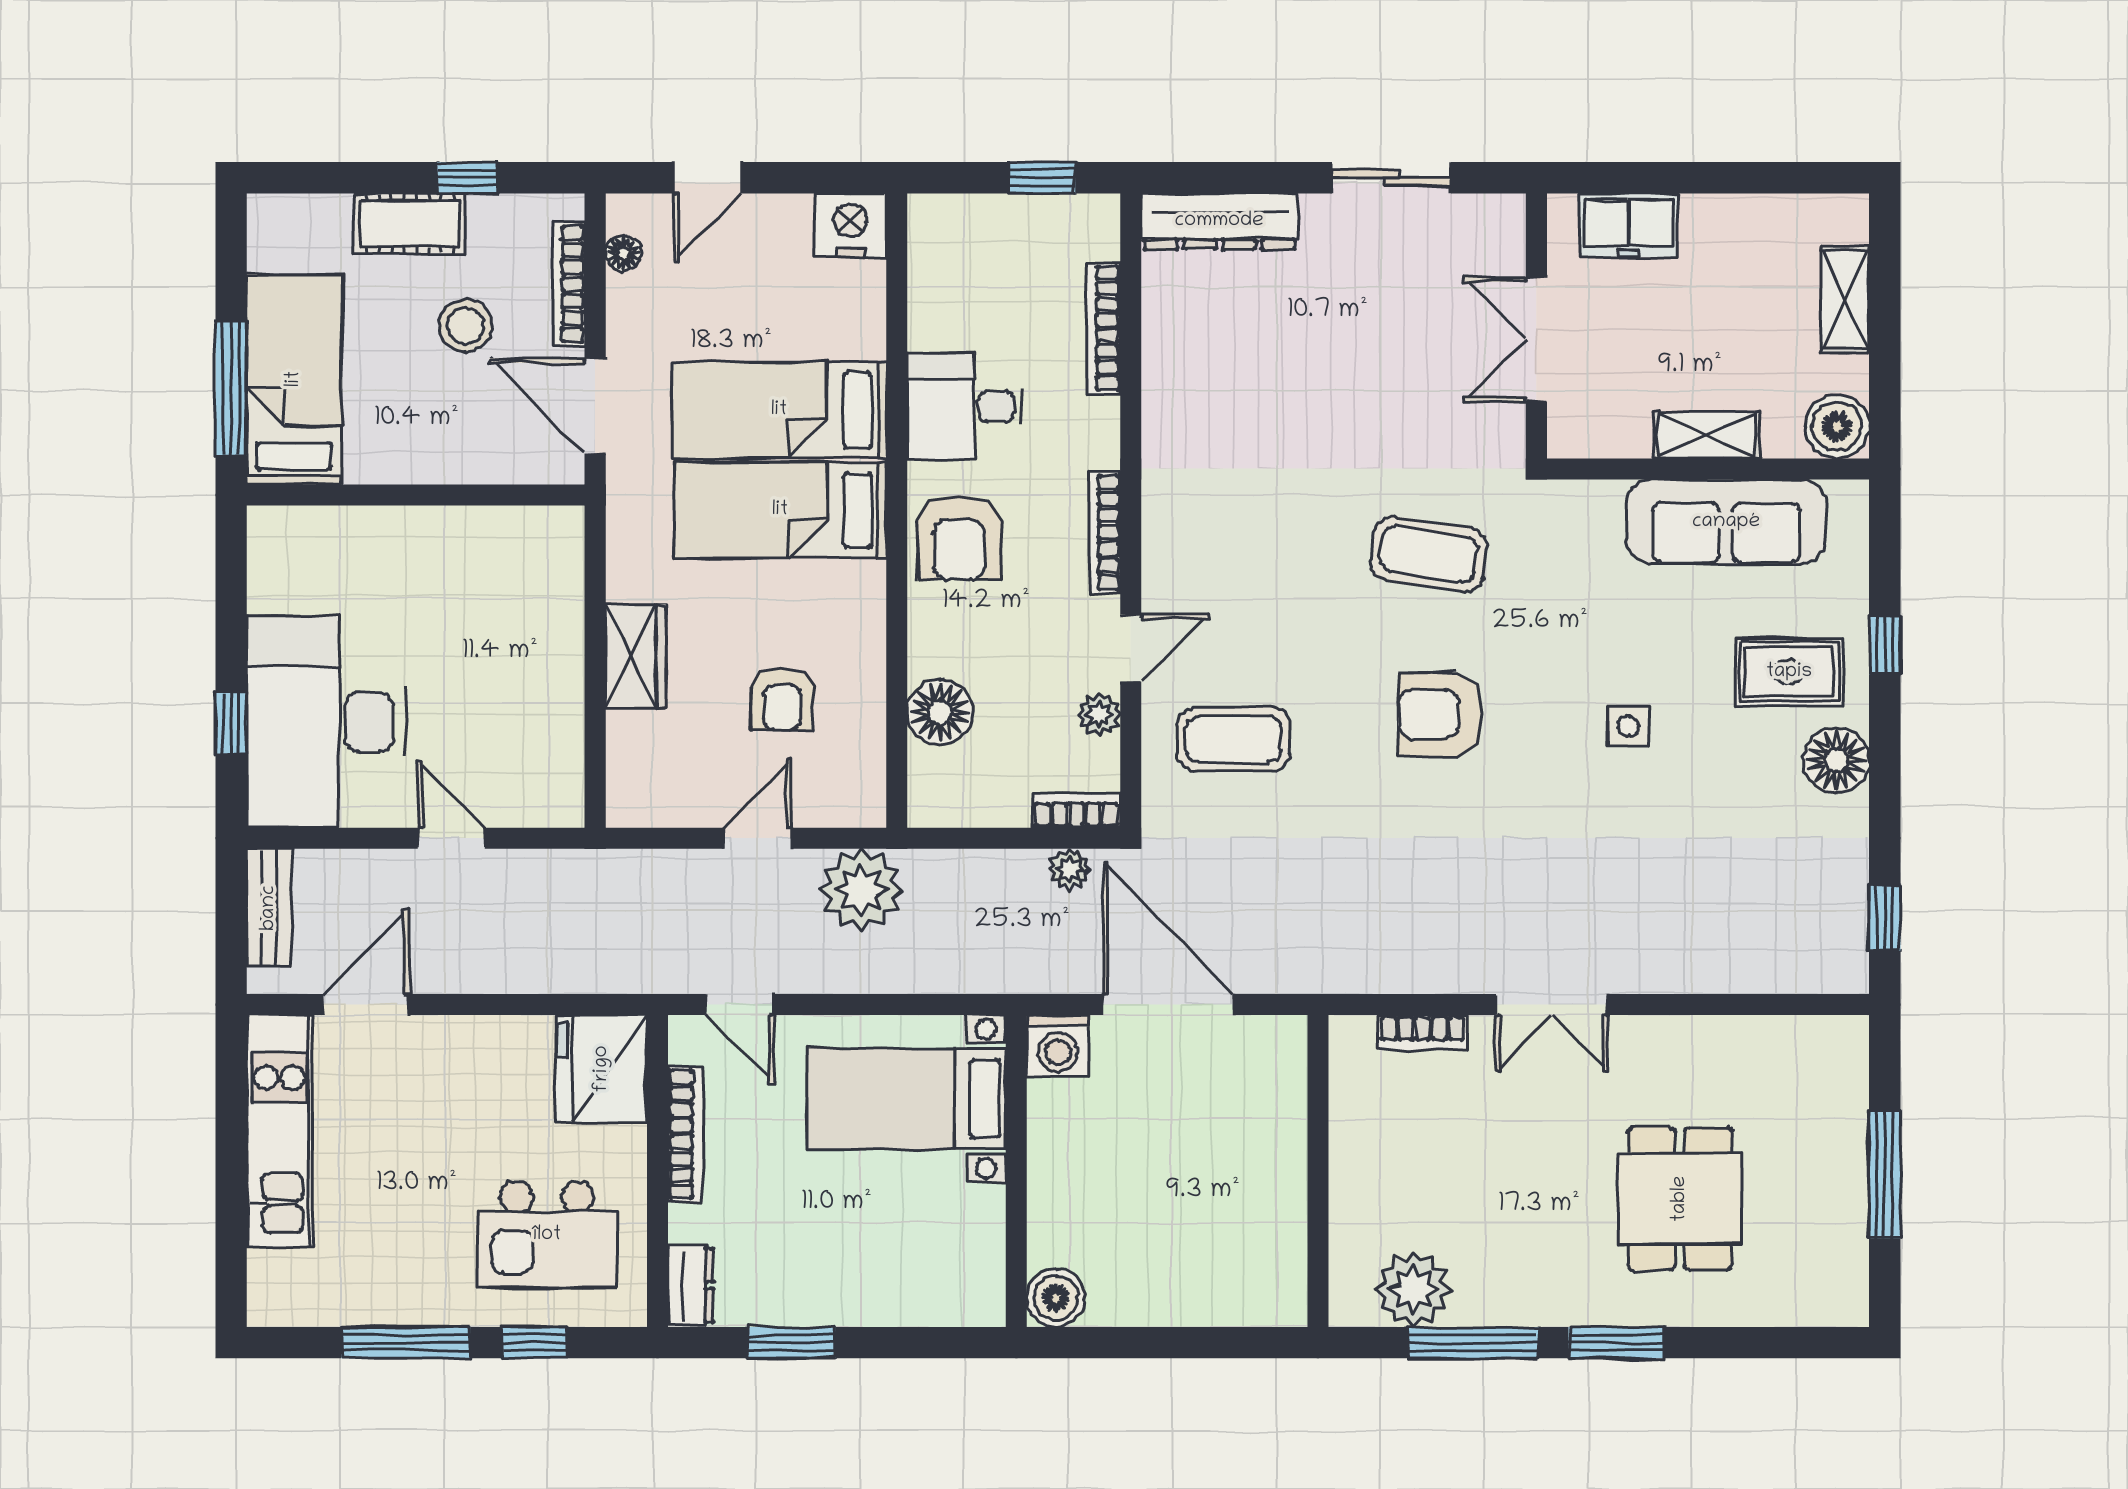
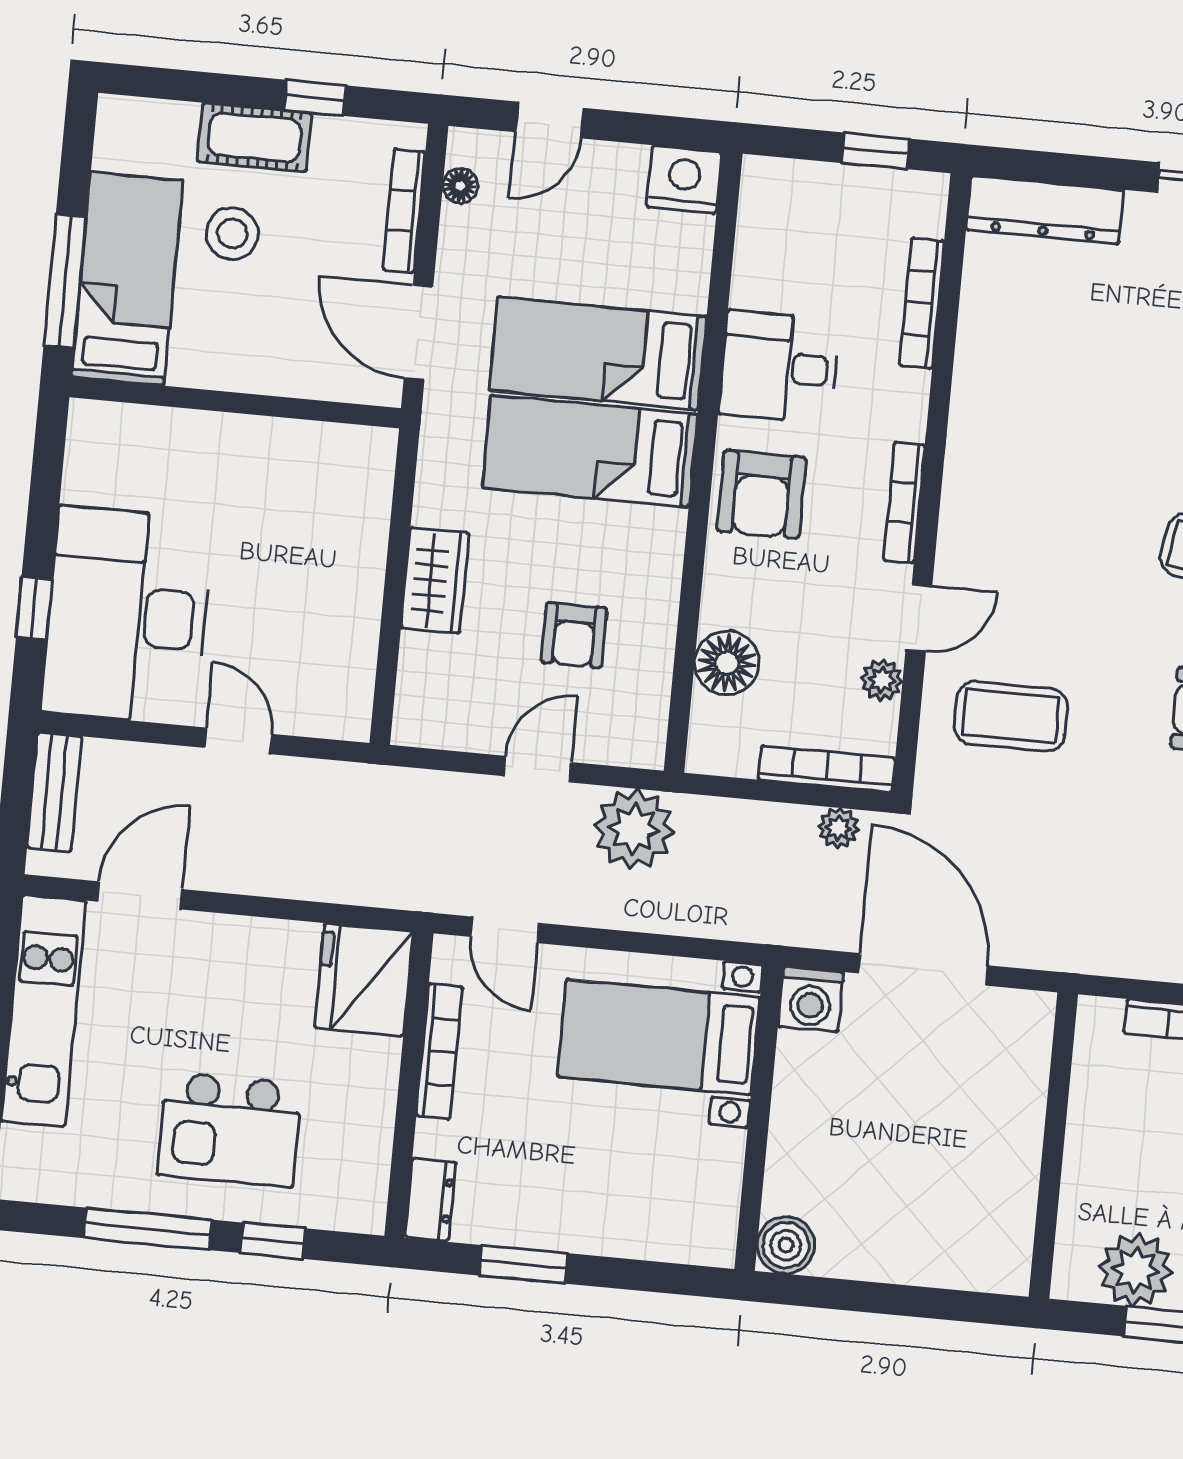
stool: (466, 326) -> (232, 234), moved
bookcase: (1076, 810) -> (827, 769), width x1.56
kitchen island: (547, 1235) -> (230, 1129), moved

